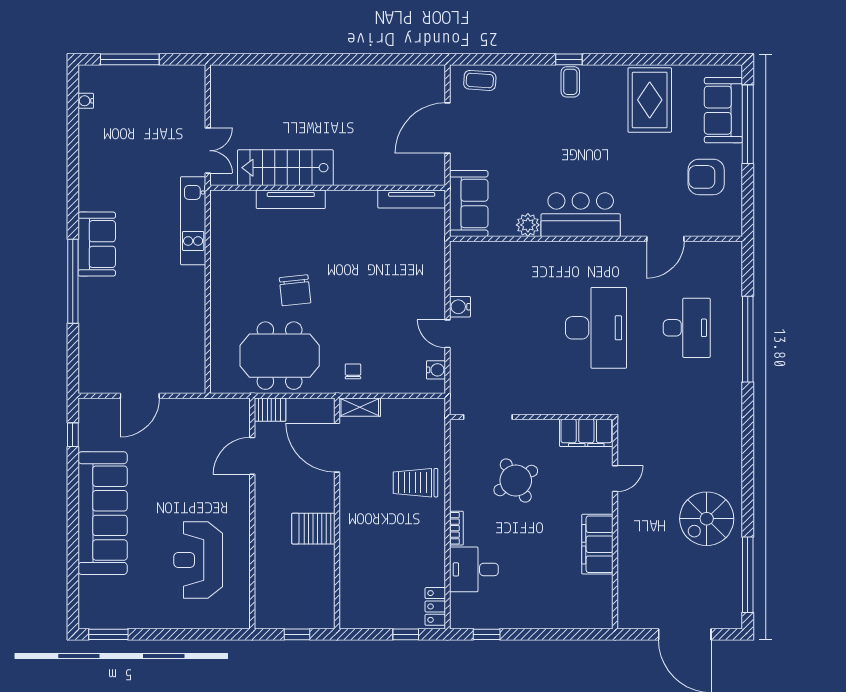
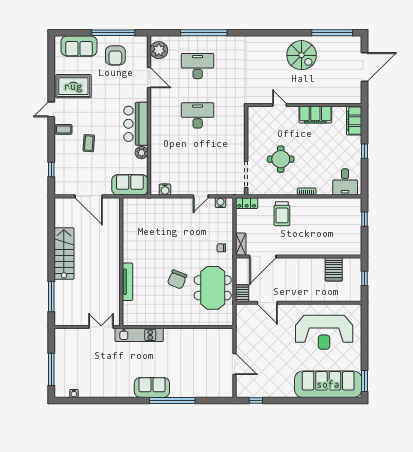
window: (264, 59) -> (51, 297), added
window: (569, 59) -> (51, 169), moved
door: (607, 59) -> (51, 109), added
coffee table: (480, 80) -> (89, 143), moved
window: (748, 124) -> (113, 33), moved
stairs: (285, 168) -> (64, 254), moved, turned 180
tv unit: (412, 199) -> (127, 216), removed
plant: (716, 257) -> (159, 50), added
chair: (295, 290) -> (177, 279), turned 117
water cooler: (460, 307) -> (165, 190), moved
desk: (596, 328) -> (198, 115), width x0.73, depth x0.77
filing cabinet: (586, 433) -> (354, 121), moved, turned 180
round table: (516, 480) -> (281, 159), turned 31
sofa: (103, 513) -> (328, 384), moved
server rack: (313, 529) -> (334, 269), moved
reception desk: (198, 560) -> (324, 332), width x1.36, depth x1.30
desk: (474, 569) -> (345, 182), moved
locker: (435, 606) -> (247, 203), moved
window: (487, 634) -> (365, 151), moved

